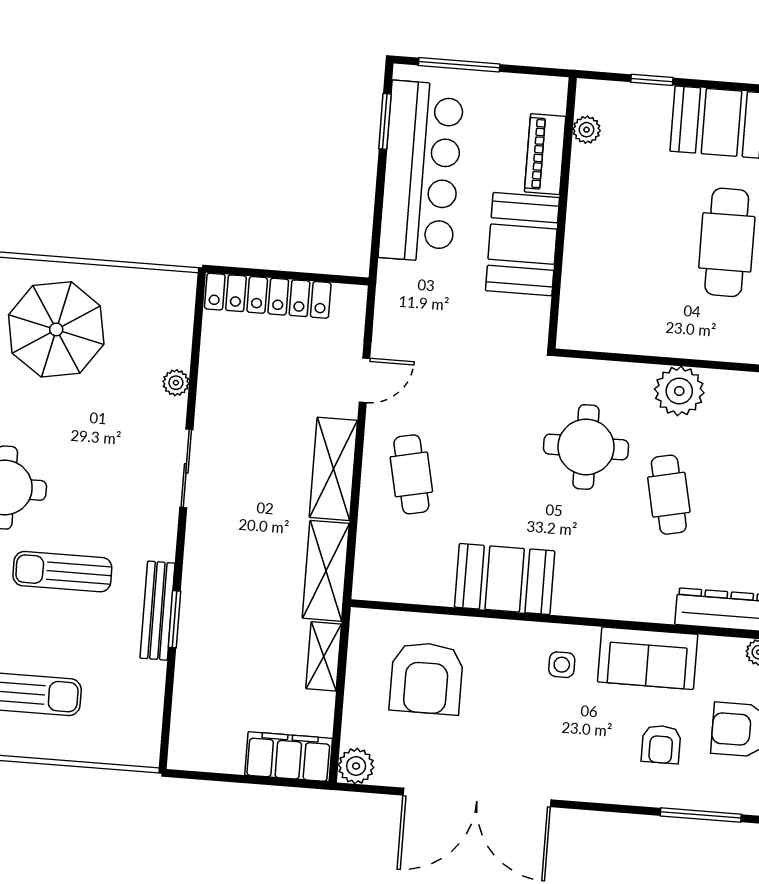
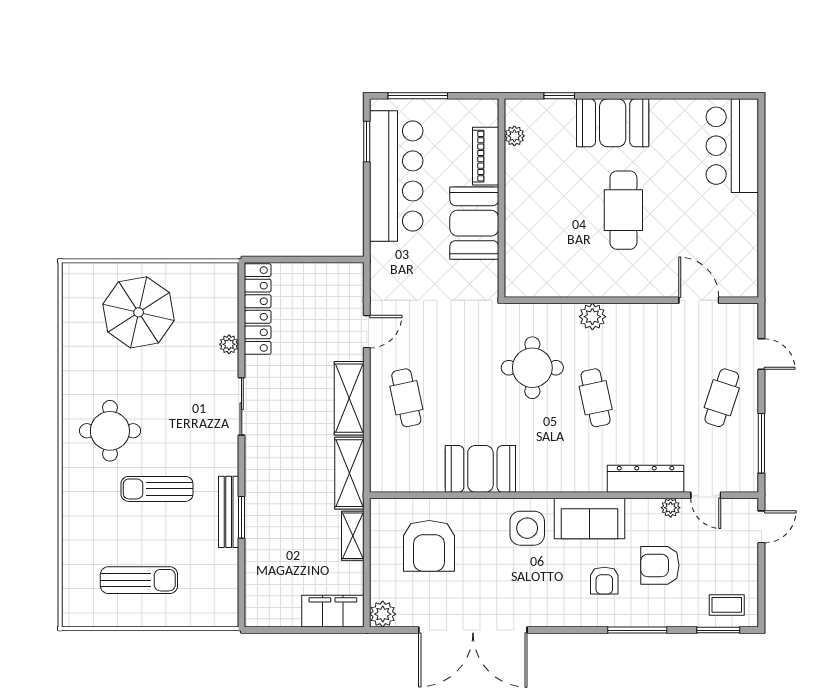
locker: (268, 296) -> (258, 309), moved, turned -90
plant: (679, 391) -> (592, 317), width x0.73, depth x0.73
side table: (562, 665) -> (527, 528), width x1.87, depth x1.87

